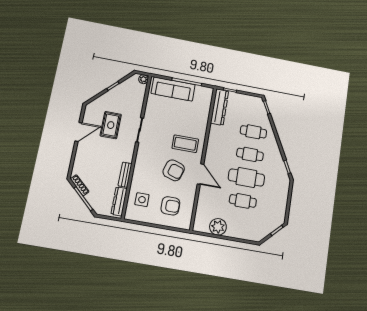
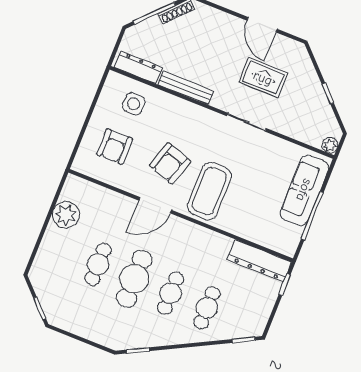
coffee table: (185, 144) -> (209, 191), width x1.36, depth x1.32
bench: (125, 175) -> (185, 88), width x1.36

